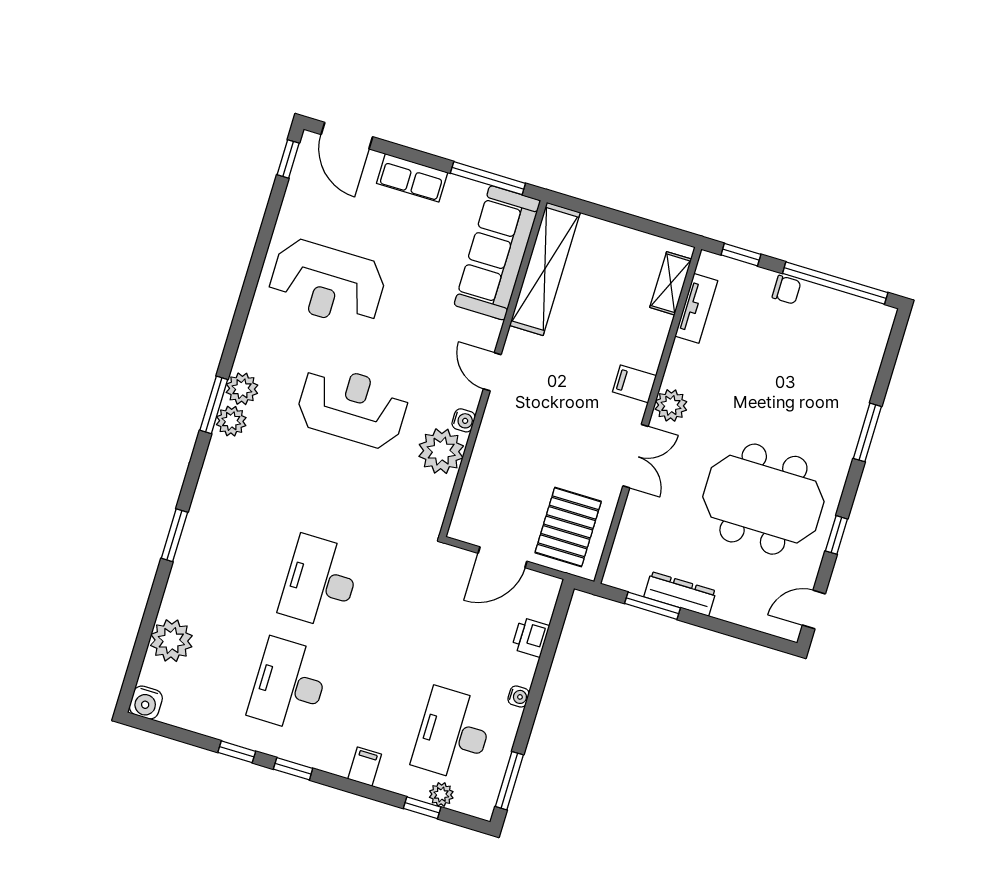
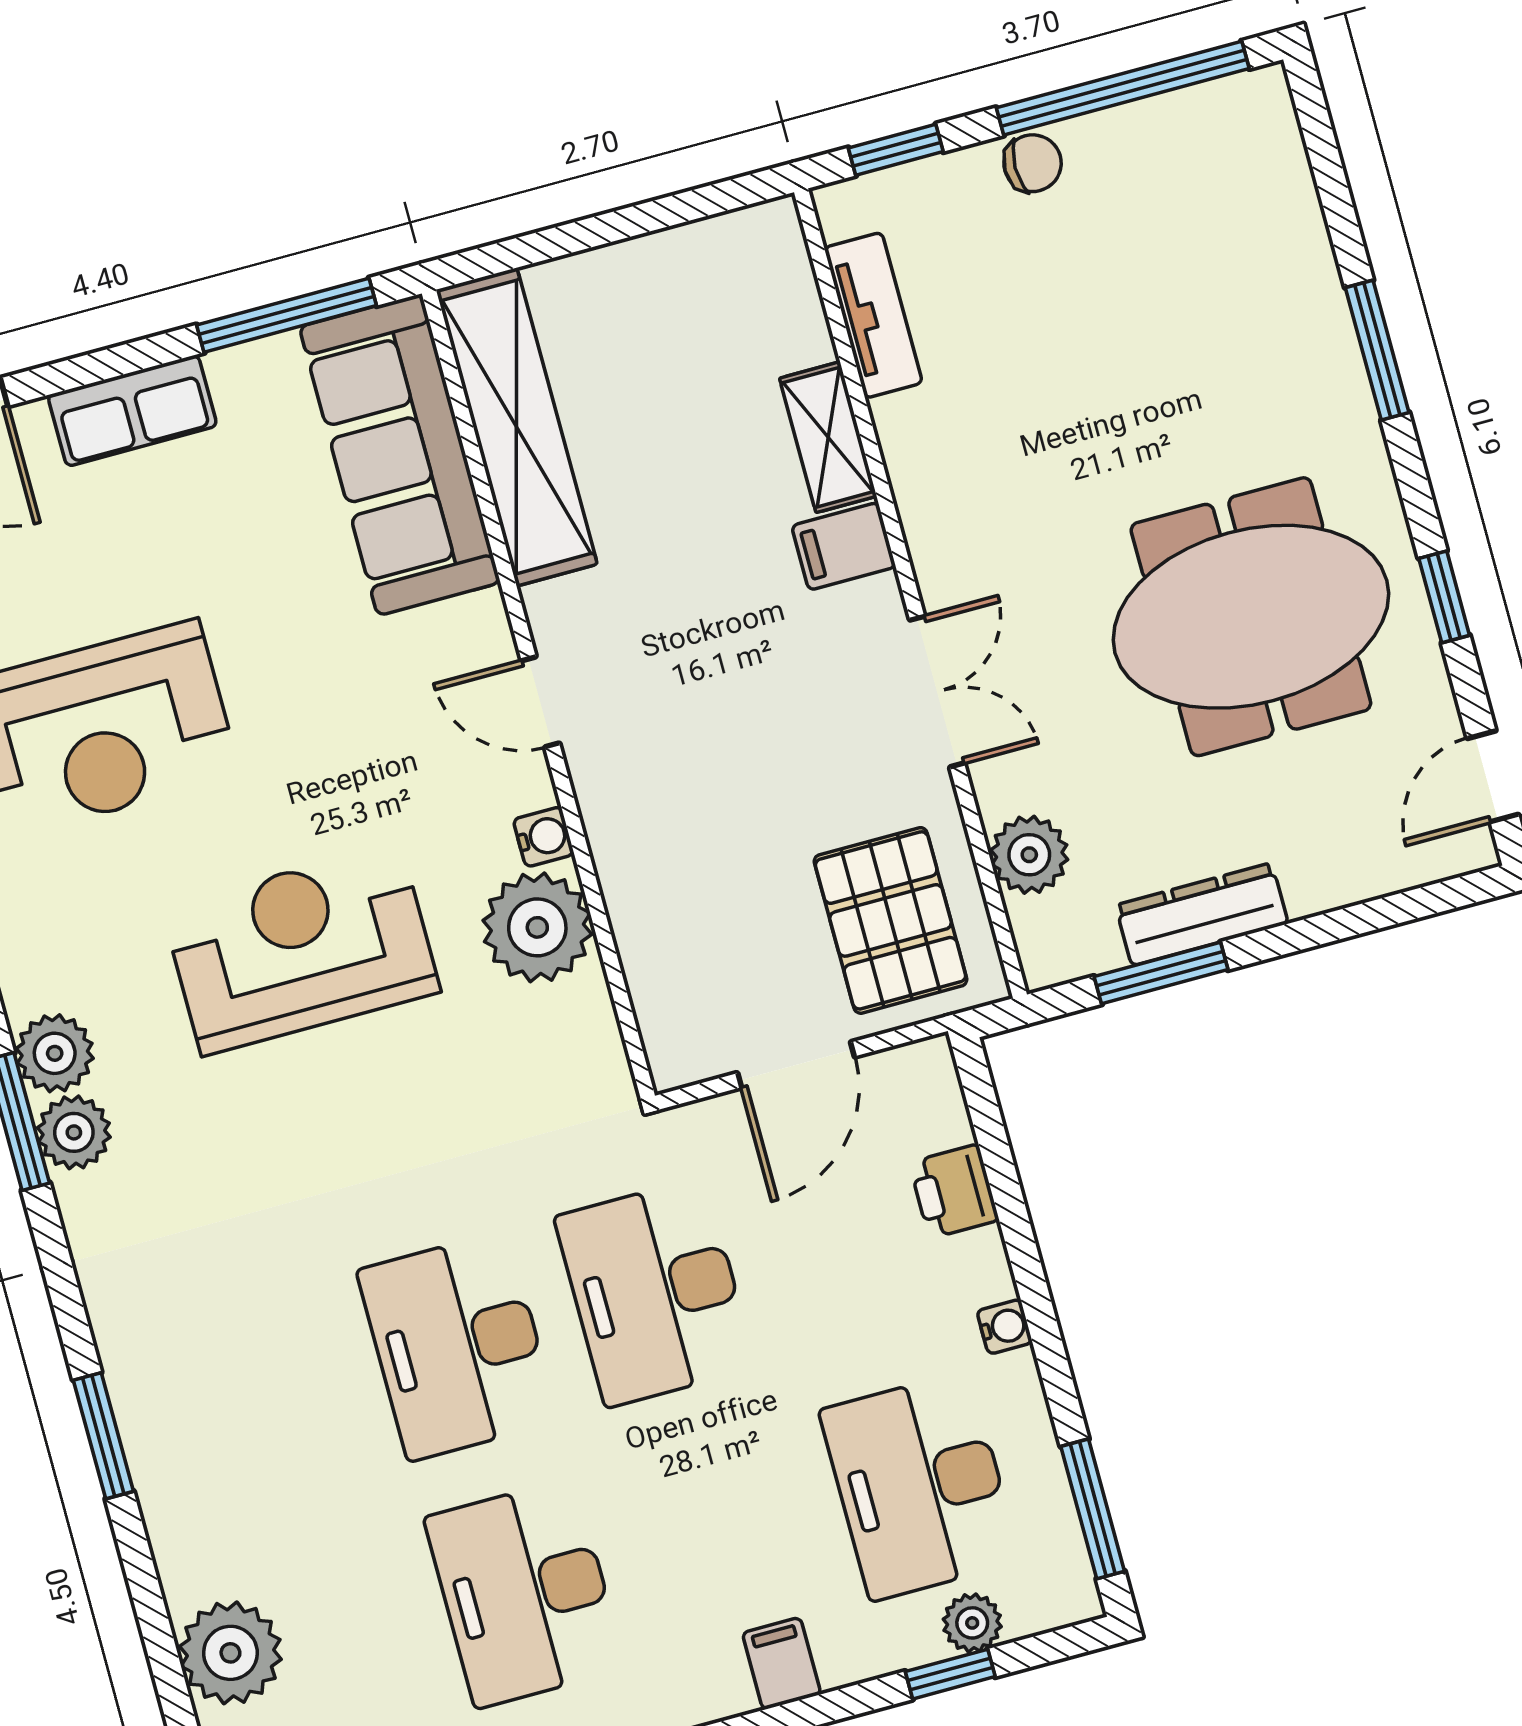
shelving: (671, 283) -> (828, 437), moved
plant: (671, 405) -> (1029, 855), moved
desk: (402, 607) -> (655, 1292), added

